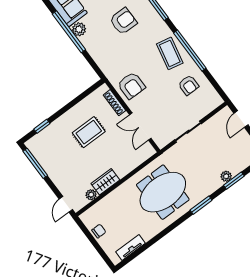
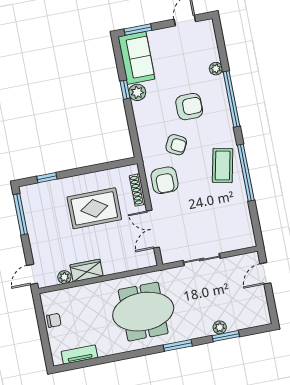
window: (69, 32) -> (125, 90), width x0.32
armchair: (188, 85) -> (176, 145), moved, turned -62
rug: (89, 132) -> (94, 208), width x1.36, depth x1.43

